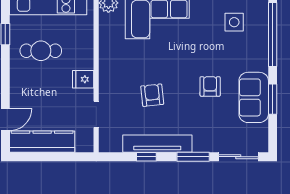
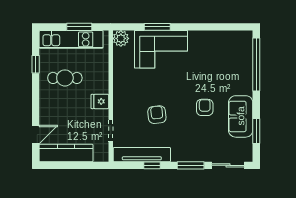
side table: (234, 22) -> (225, 54), removed
window: (273, 99) -> (256, 131), moved
tv unit: (157, 144) -> (142, 155), moved

